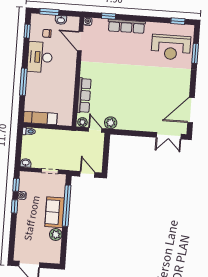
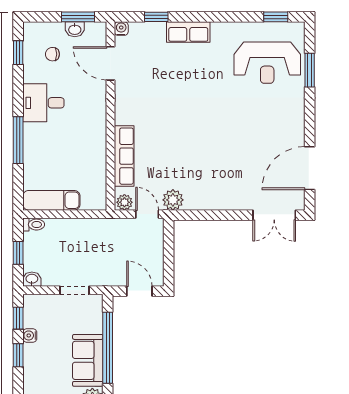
window: (49, 12) -> (78, 17), moved
row of seats: (126, 26) -> (188, 32), width x0.68
desk: (40, 57) -> (43, 103), width x0.73
window: (19, 147) -> (18, 253), added

